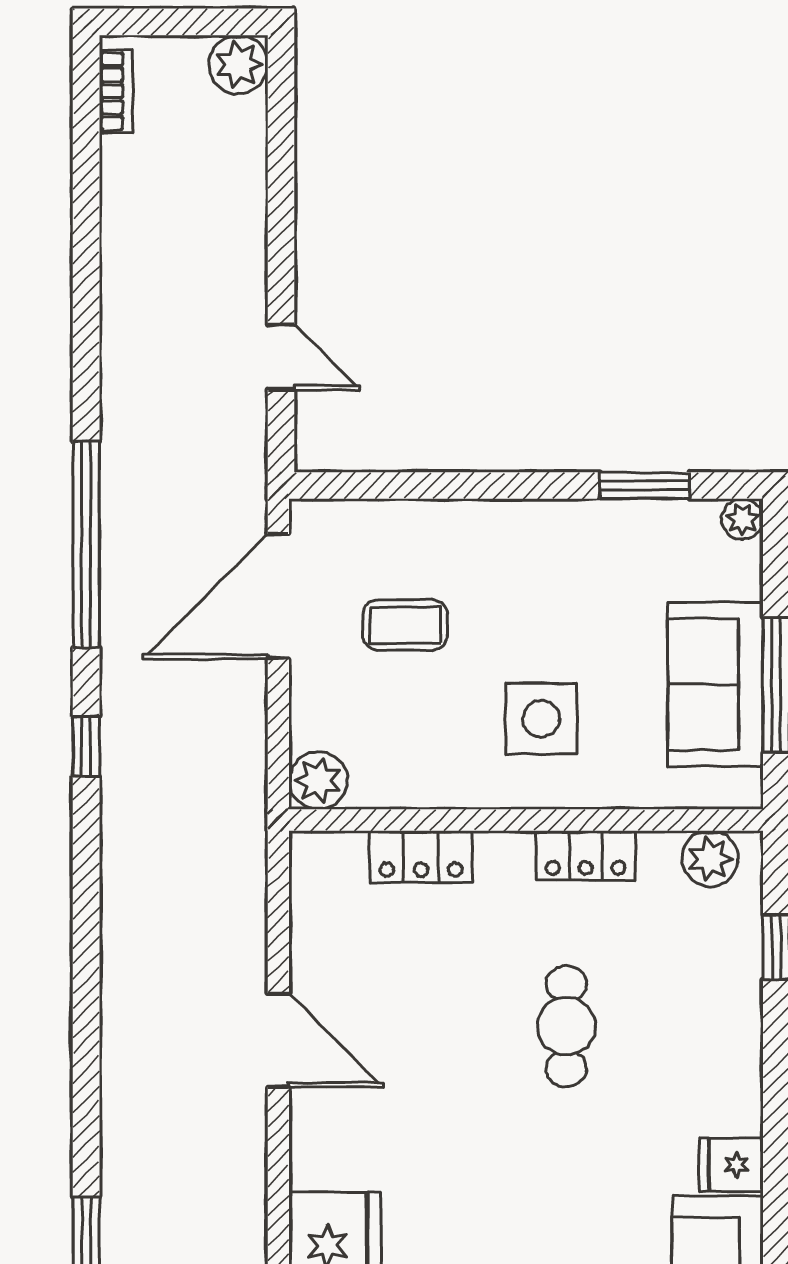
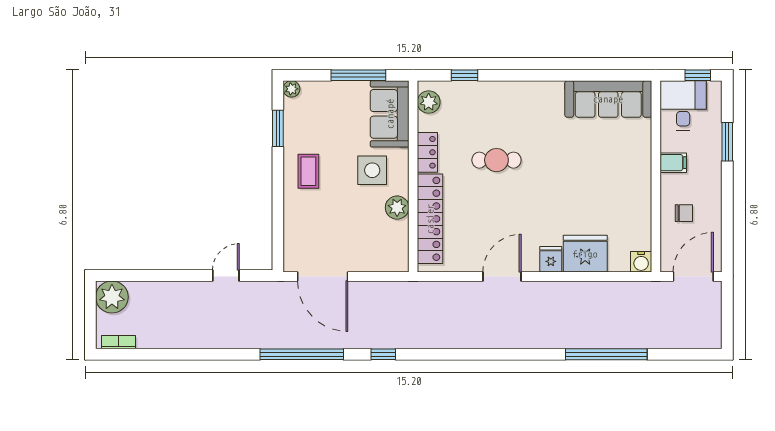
plant: (238, 64) -> (112, 297), width x1.36, depth x1.36
coffee table: (405, 625) -> (308, 171), moved
sofa: (715, 684) -> (390, 114), moved, turned 90
plant: (318, 781) -> (397, 208), moved
locker: (421, 857) -> (430, 219), width x2.16, depth x1.21
fridge: (731, 1165) -> (551, 259), moved, turned 180

